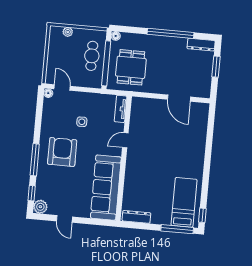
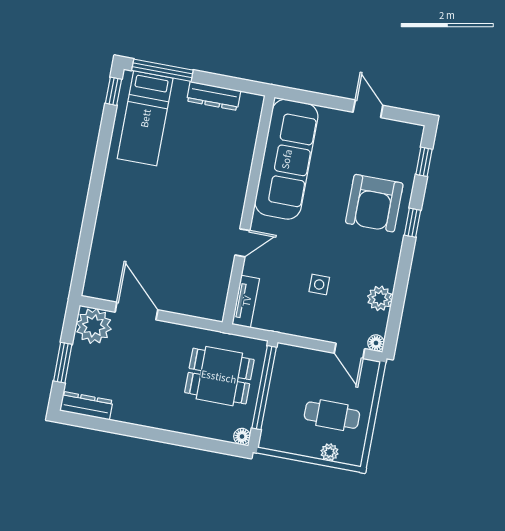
window: (171, 33) -> (140, 432), removed
cafe table: (92, 56) -> (332, 415), moved, turned 90
dining table: (131, 67) -> (219, 376), turned 90
plant: (201, 88) -> (94, 326), added
armchair: (62, 152) -> (374, 203), moved
window: (35, 160) -> (413, 223), width x0.46
plant: (40, 207) -> (380, 298), moved
dresser: (136, 217) -> (214, 96), moved

